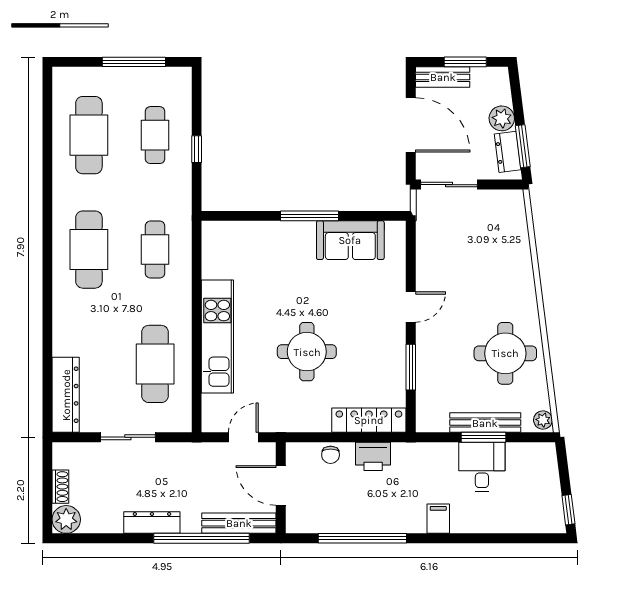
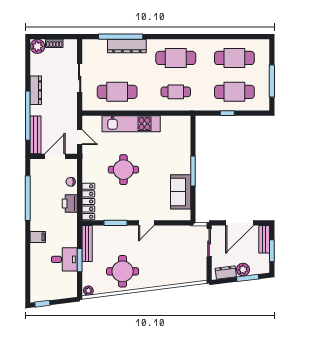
cafe table: (155, 135) -> (234, 92), width x1.37, depth x1.35
window: (523, 146) -> (248, 278), moved
door: (411, 307) -> (146, 223), hinge flipped
window: (47, 357) -> (121, 37), added
dresser: (66, 395) -> (127, 46), moved
bench: (485, 423) -> (87, 243), moved

